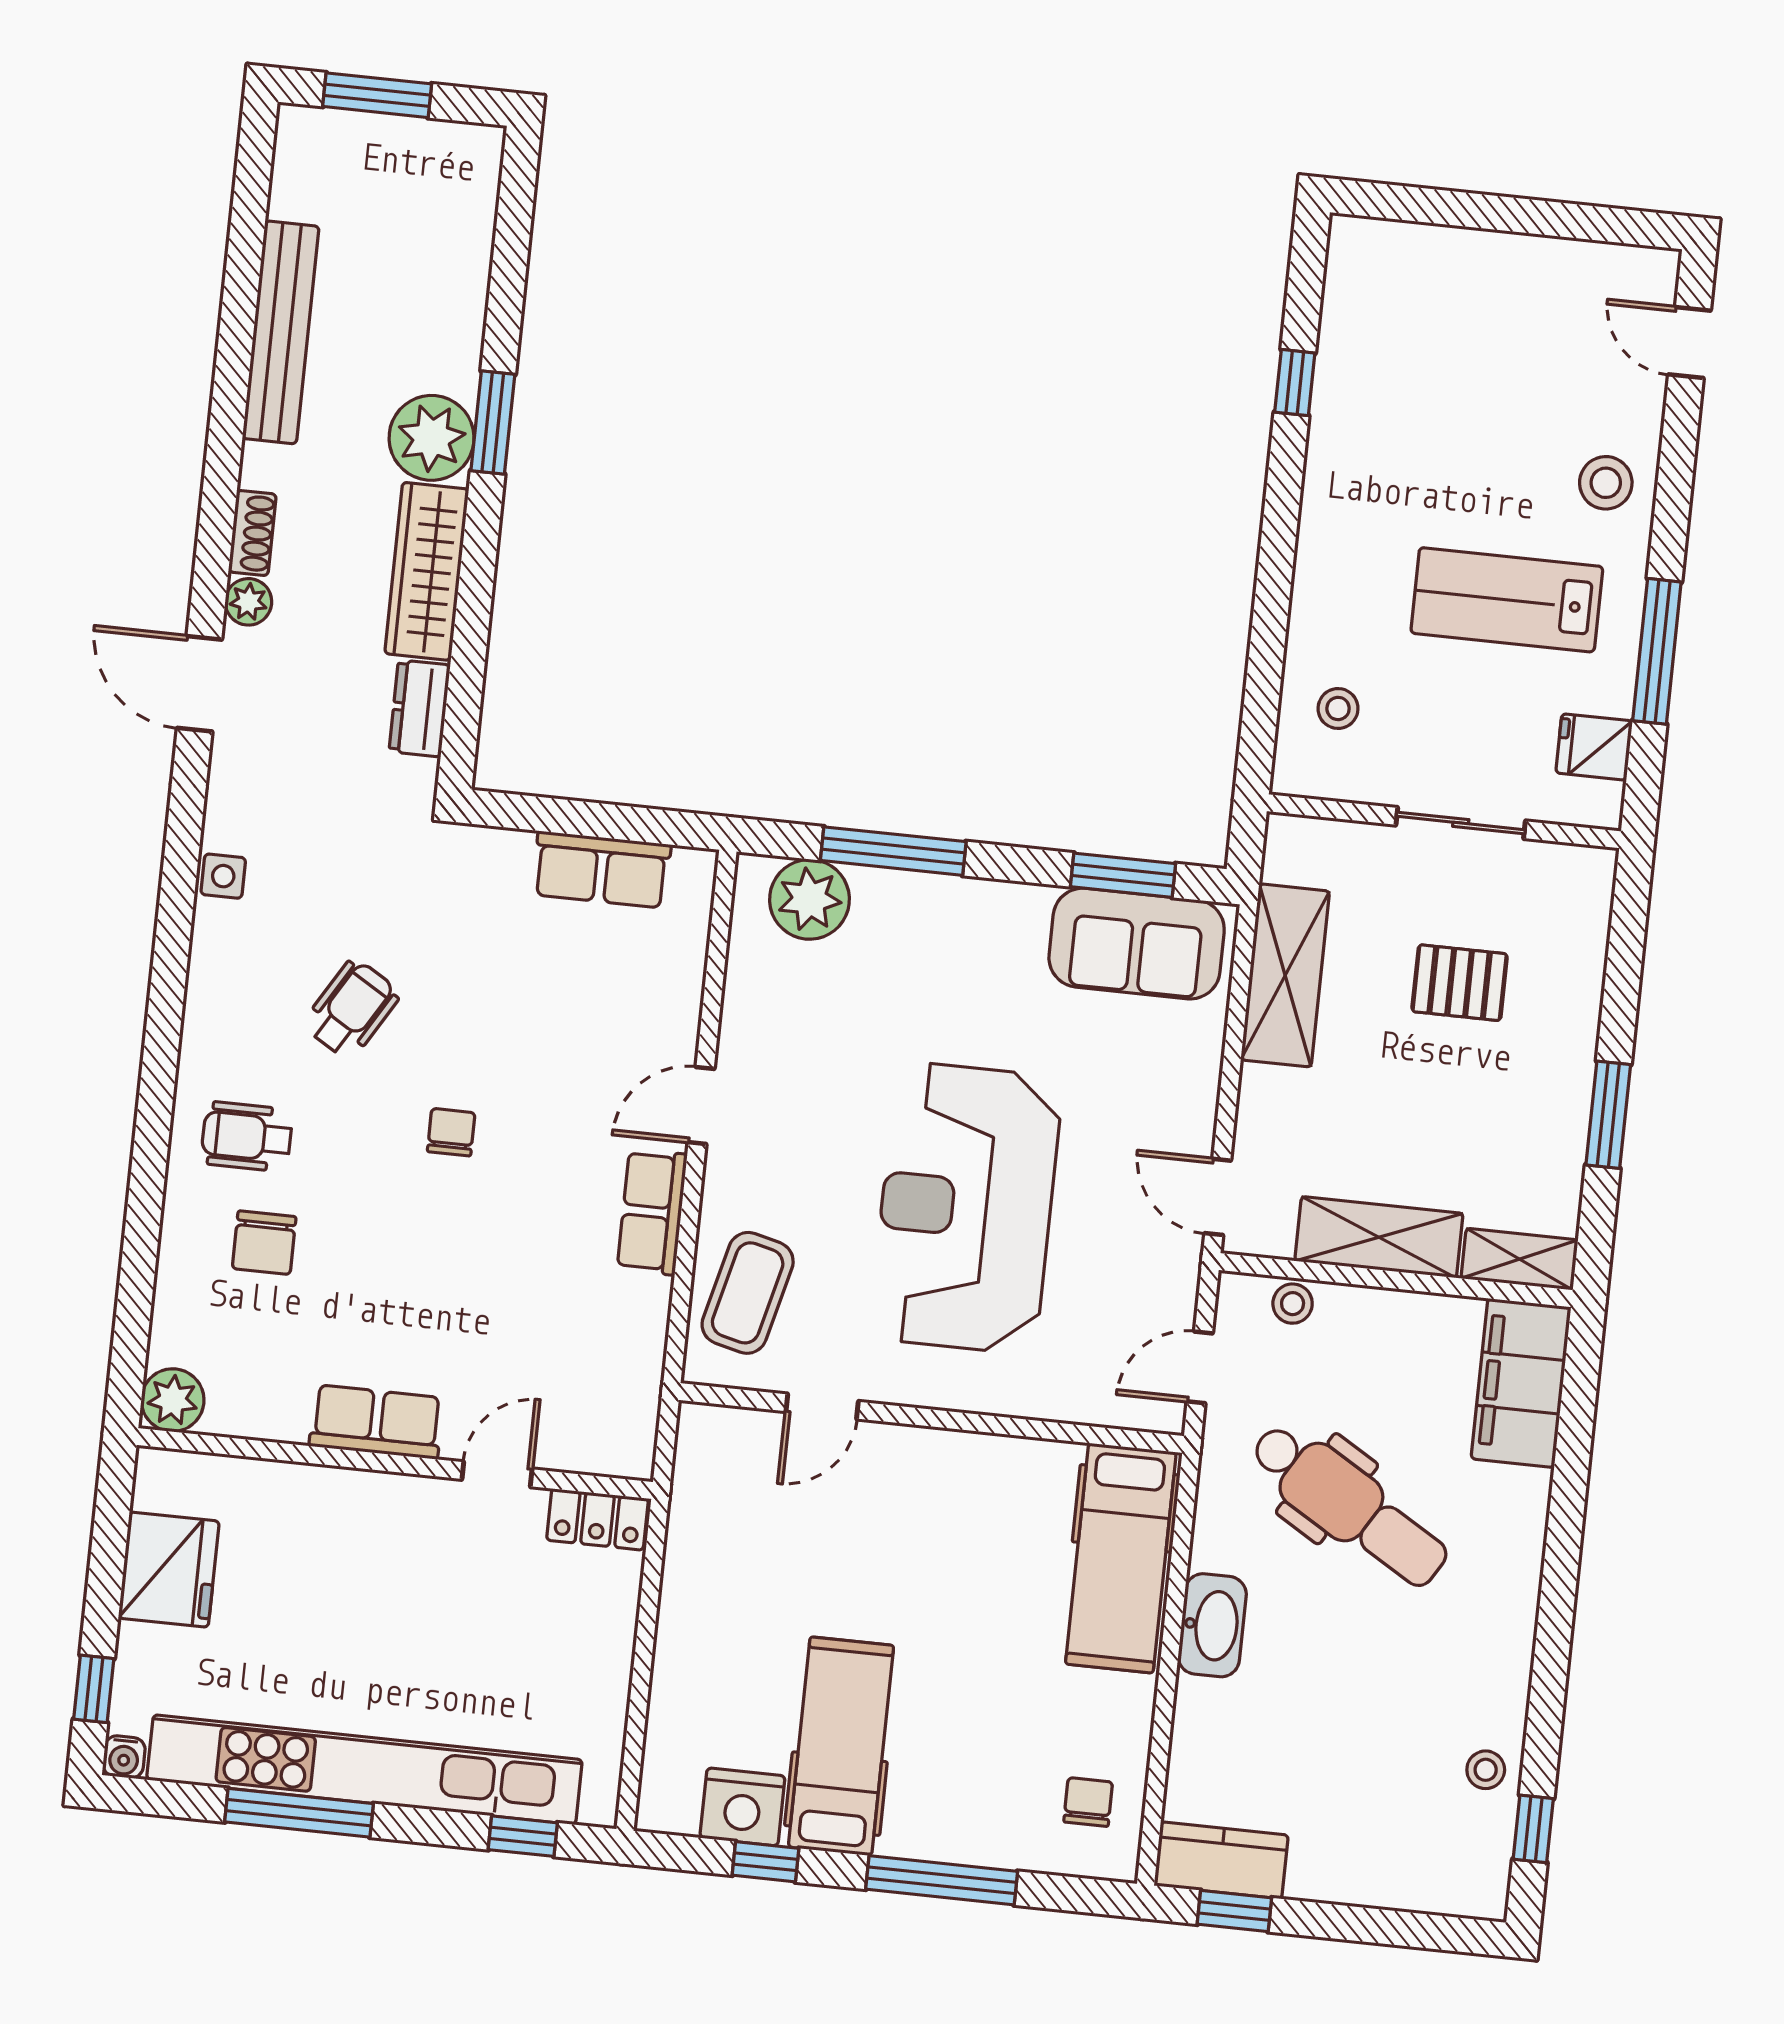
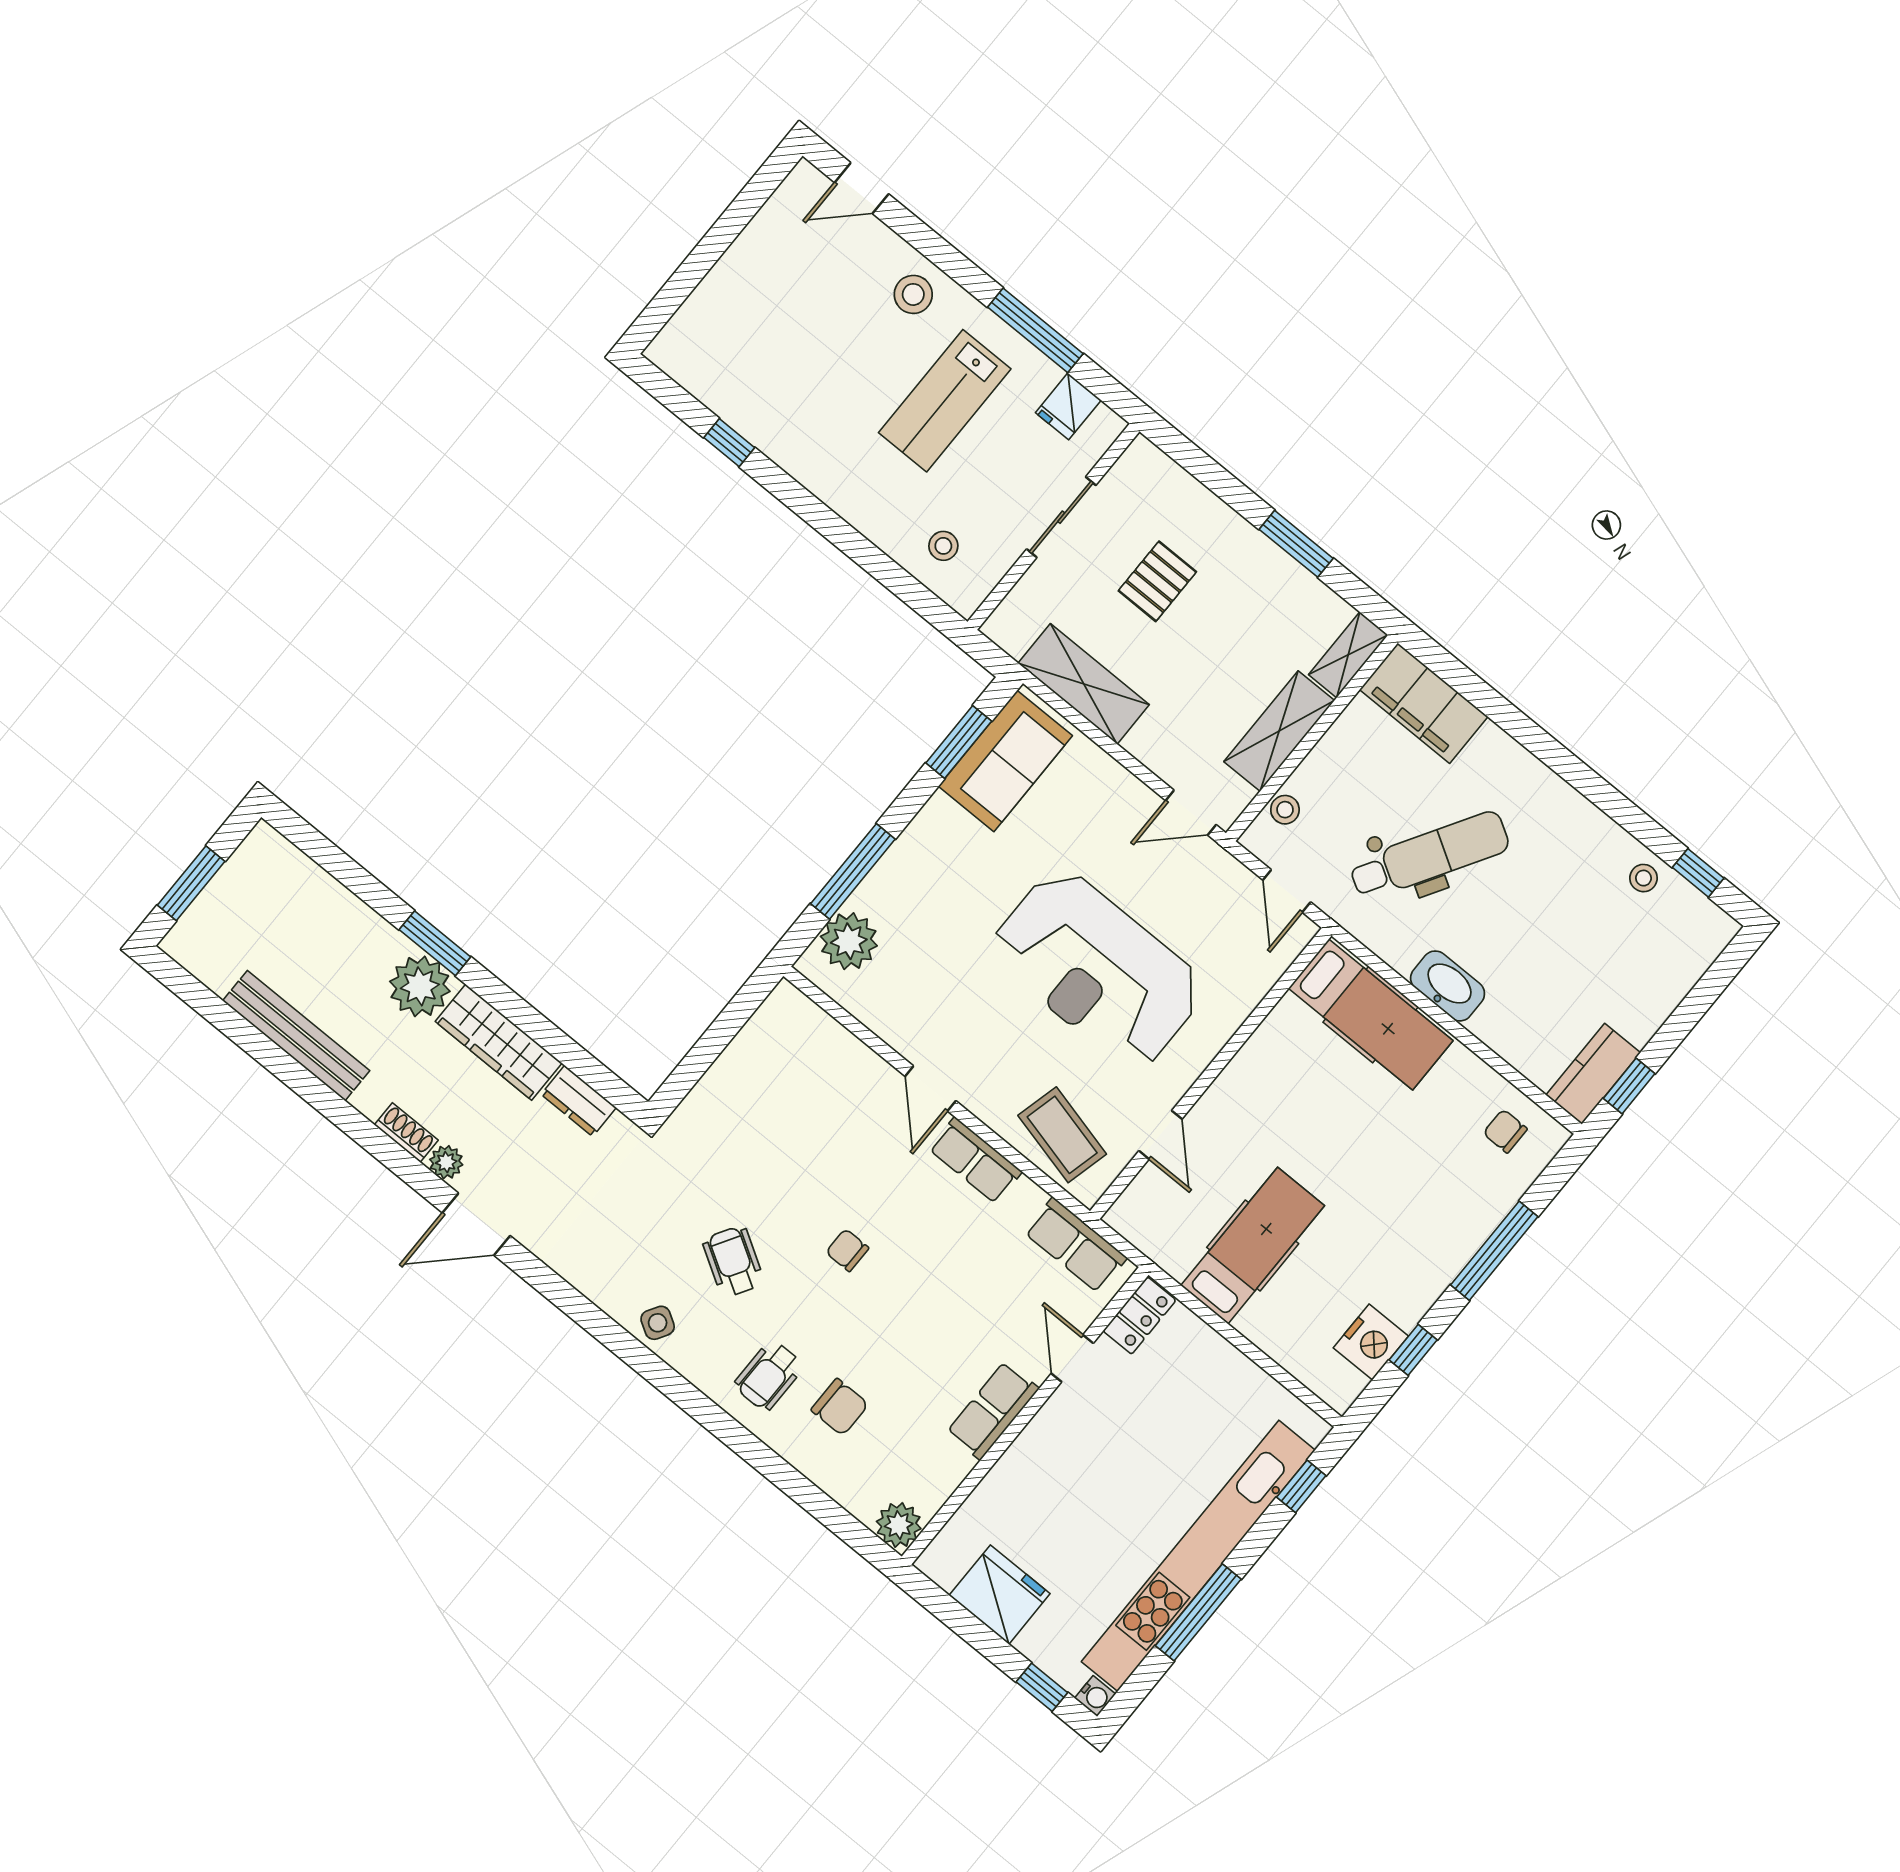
row of seats: (601, 870) -> (1076, 1245), moved, turned 90
side table: (223, 876) -> (658, 1323), moved, turned 31
hospital bed: (841, 1746) -> (1253, 1246), moved, turned 90

